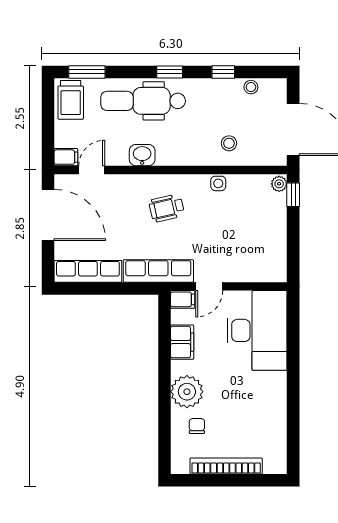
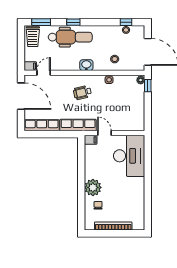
window: (170, 72) -> (73, 22), moved
window: (223, 72) -> (126, 22), moved
dental chair: (143, 101) -> (70, 37), turned 180
washbasin: (142, 155) -> (86, 65), moved
door: (209, 286) -> (104, 133), swing flipped
filing cabinet: (182, 342) -> (90, 162), removed

